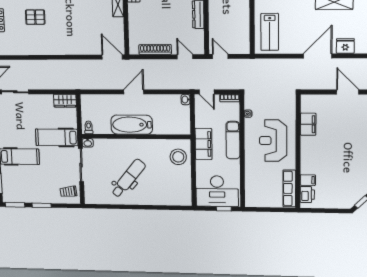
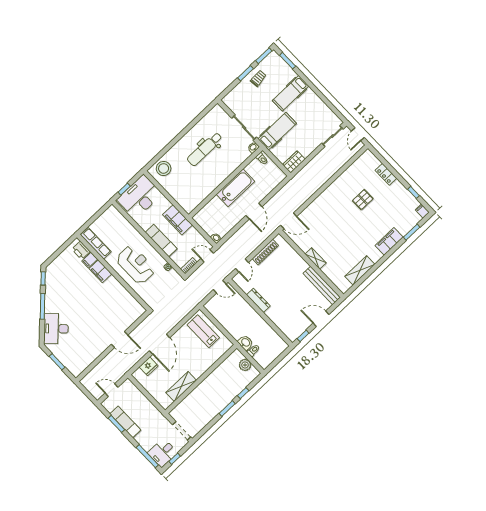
door: (185, 57) -> (242, 265), hinge flipped
filing cabinet: (308, 124) -> (100, 271), moved
stool: (178, 157) -> (164, 168), moved
dental chair: (128, 178) -> (205, 149), turned 51
trolley: (68, 192) -> (258, 78), moved

